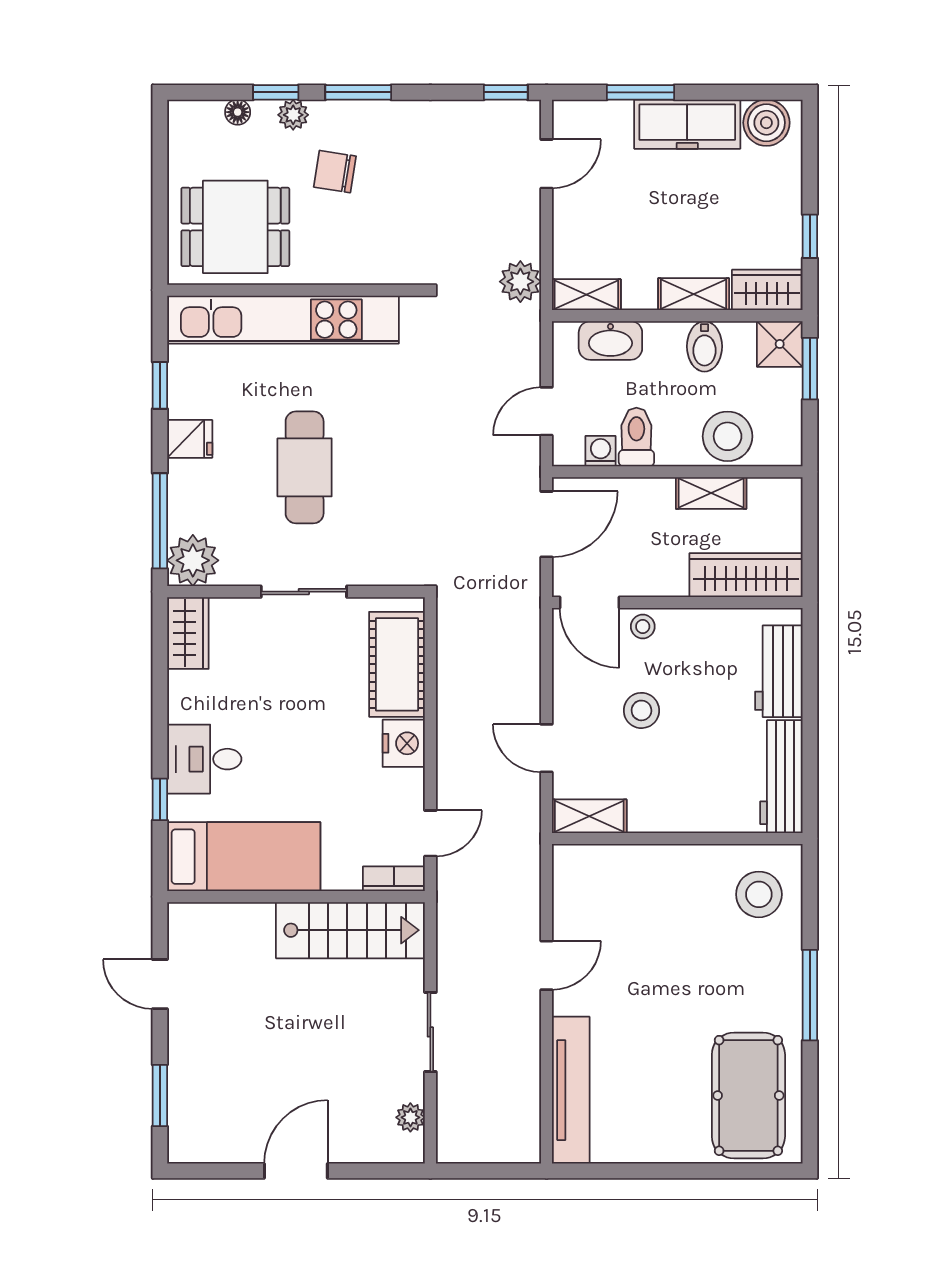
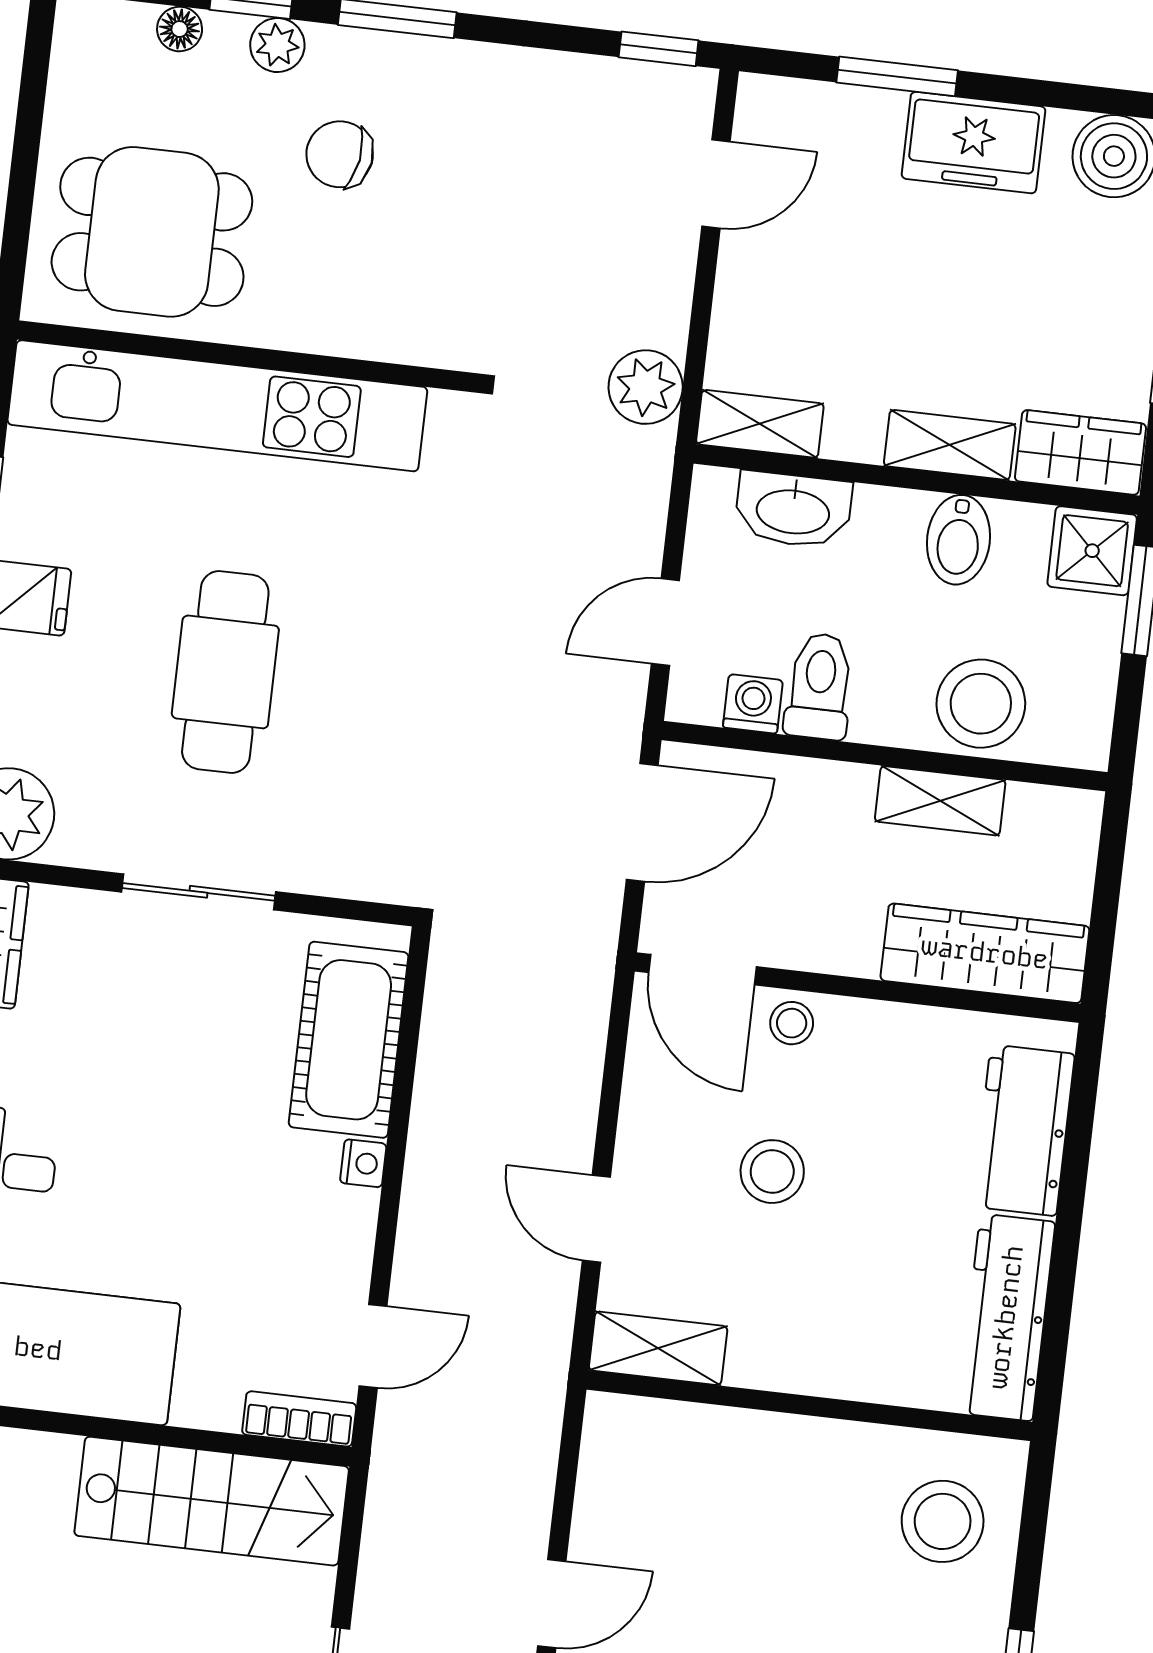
freezer: (687, 124) -> (973, 143), width x0.71
nightstand: (404, 743) -> (363, 1163), width x0.53, depth x0.56

